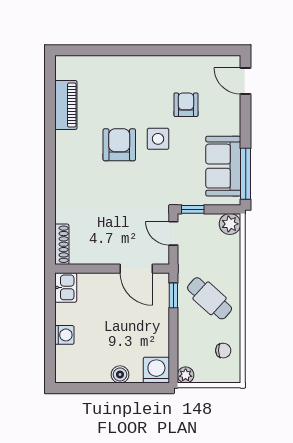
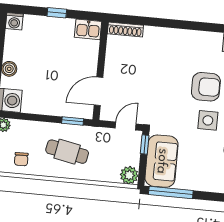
sofa: (223, 166) -> (162, 161), moved, turned 90
cafe table: (210, 298) -> (67, 152), turned 59
window: (50, 325) -> (57, 13), added
washing machine: (64, 335) -> (14, 21), moved

